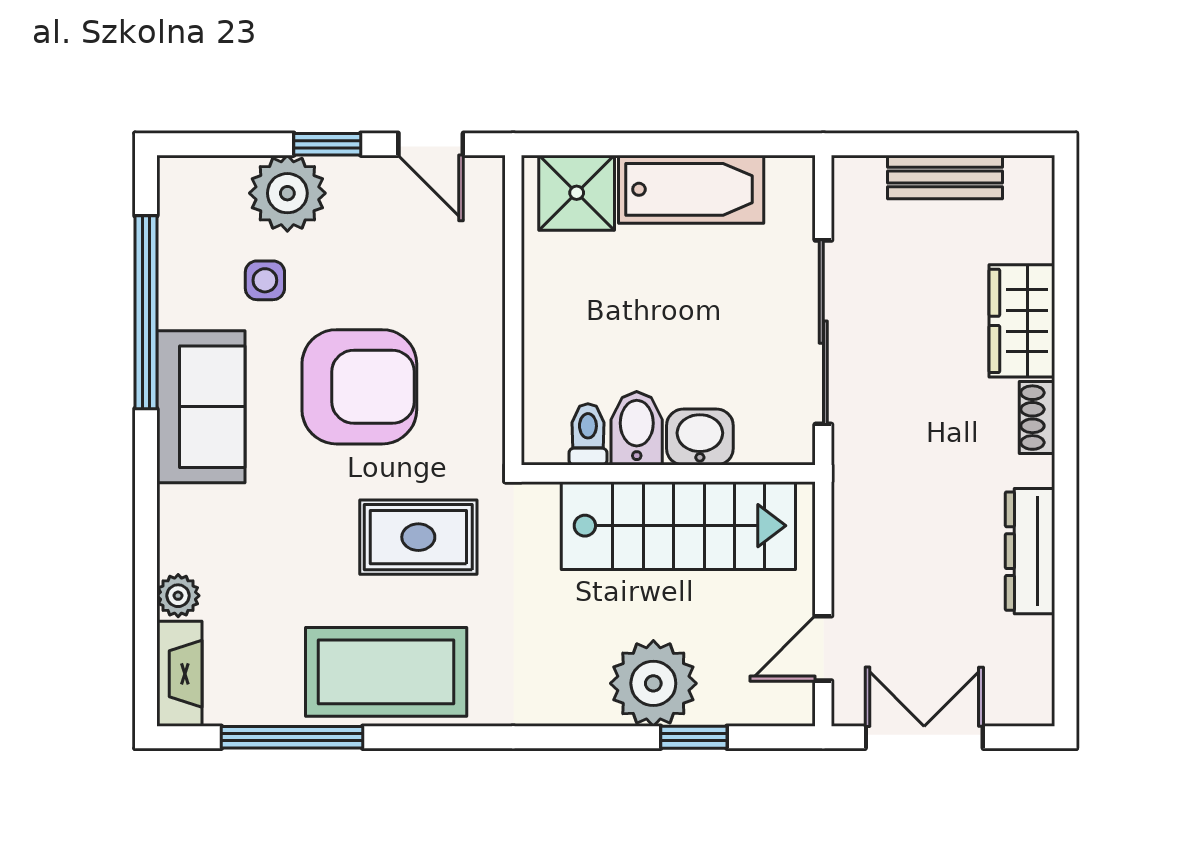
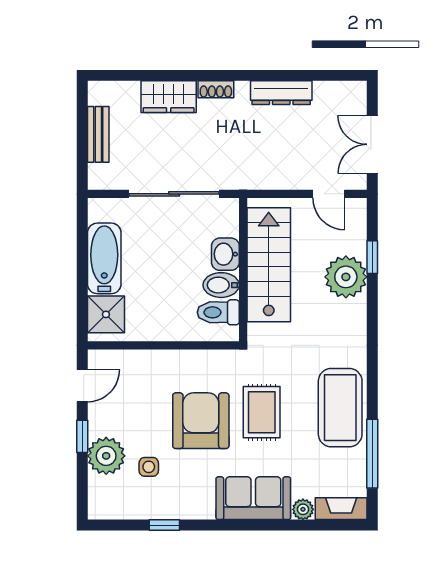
window: (146, 312) -> (164, 525), width x0.32
sofa: (201, 407) -> (253, 498), moved
toilet: (588, 434) -> (218, 312), width x1.37, depth x1.39
rug: (418, 537) -> (262, 412), moved

